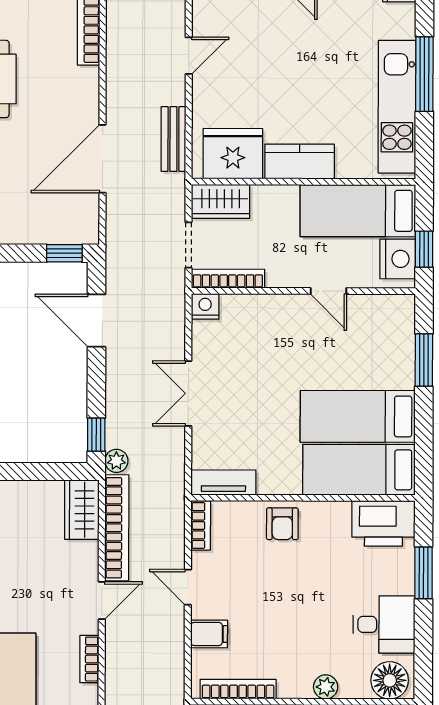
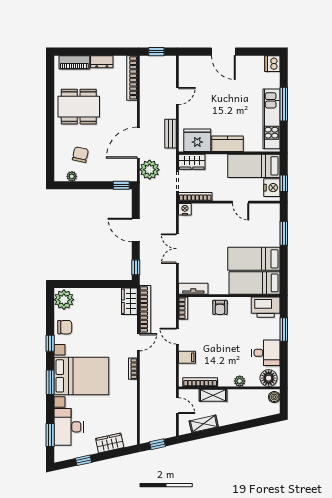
door: (96, 320) -> (136, 230), moved
plant: (116, 461) -> (150, 170), moved, width x1.88, depth x1.88

